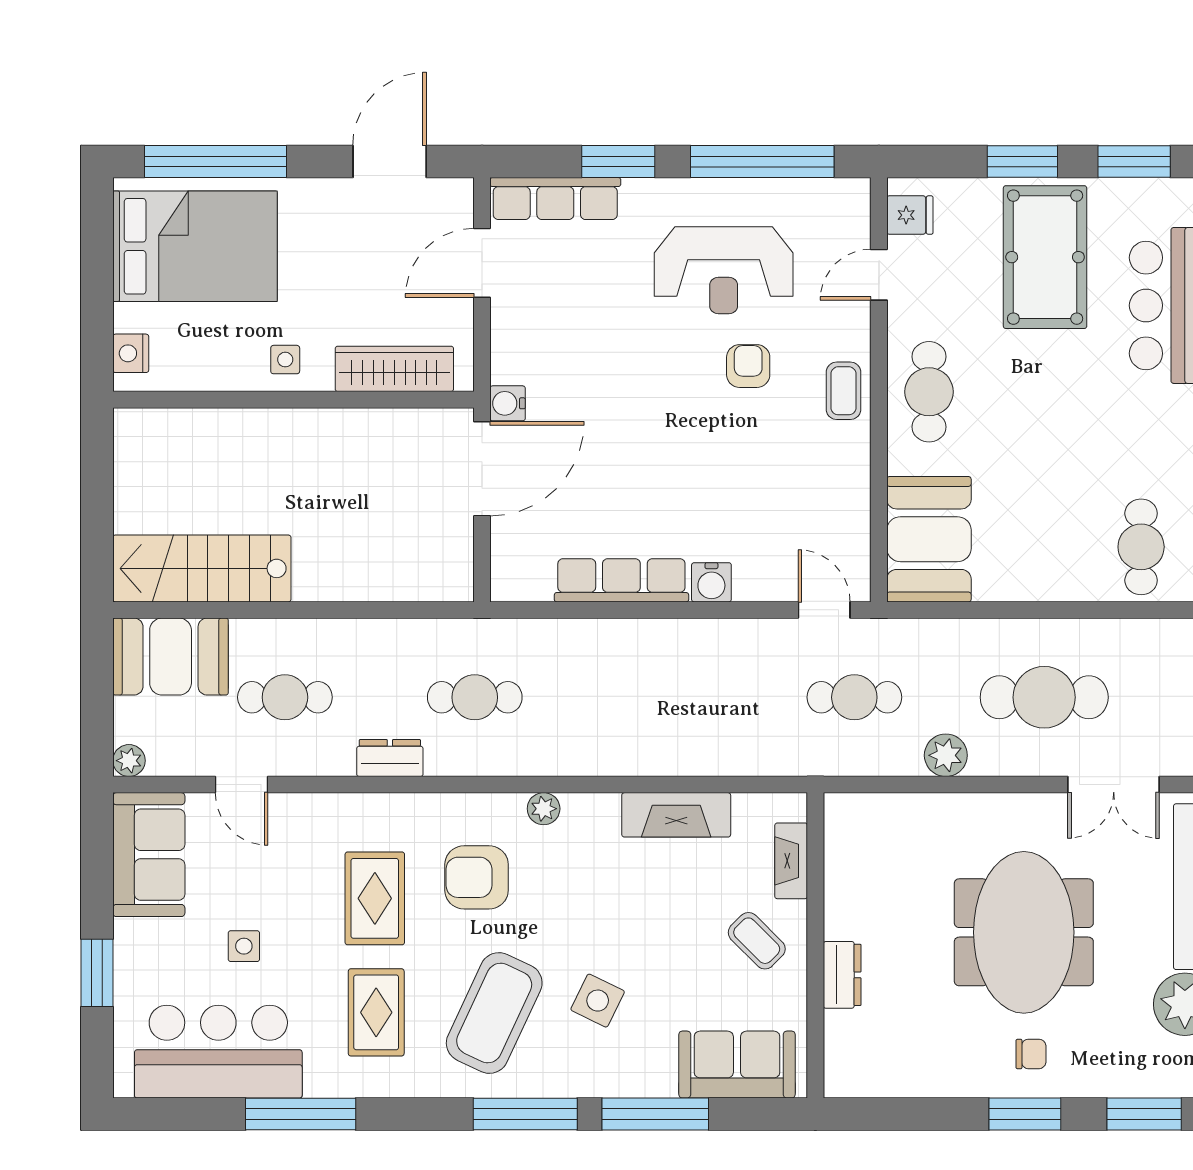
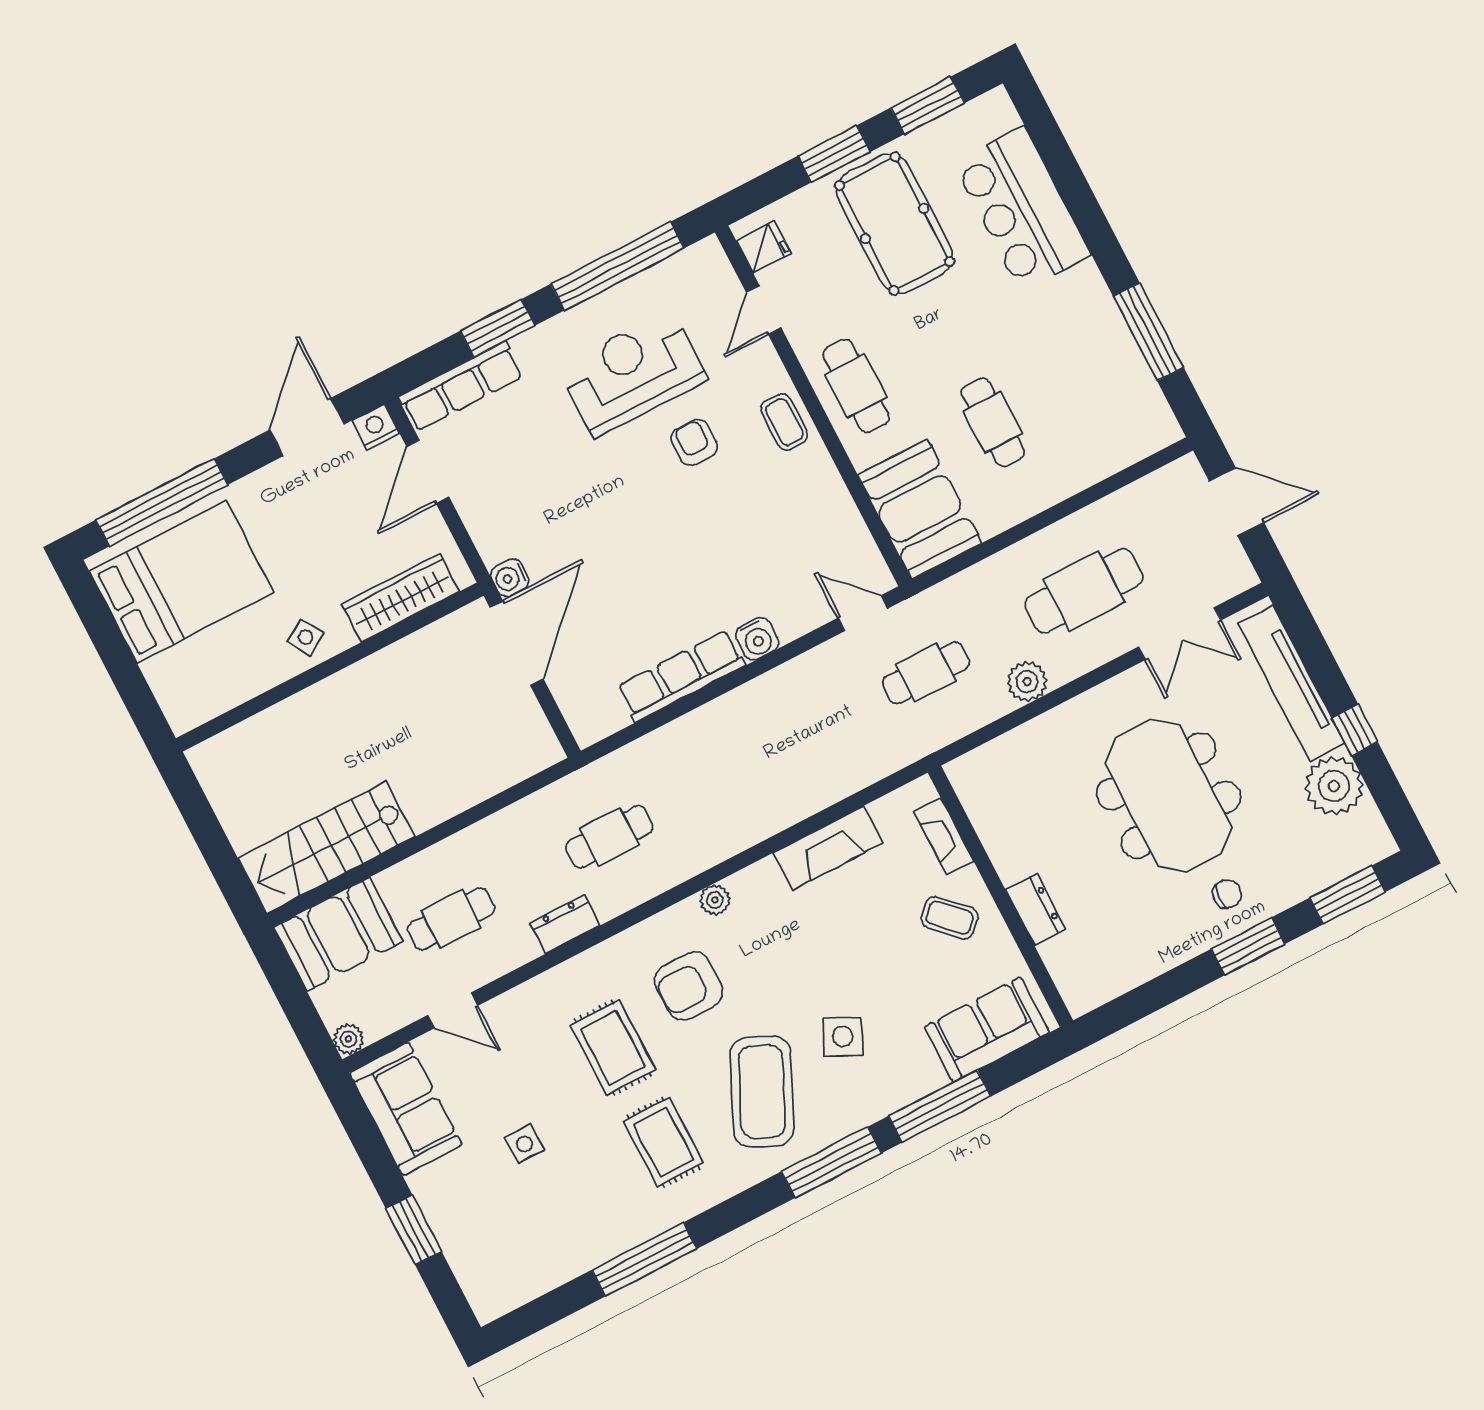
reception desk: (724, 270) -> (632, 373), turned 180
nightstand: (131, 353) -> (376, 427), moved, turned 90
side table: (285, 360) -> (305, 637), turned -32
cafe table: (1141, 547) -> (993, 422), moved
bar counter: (218, 1052) -> (549, 1243), removed

